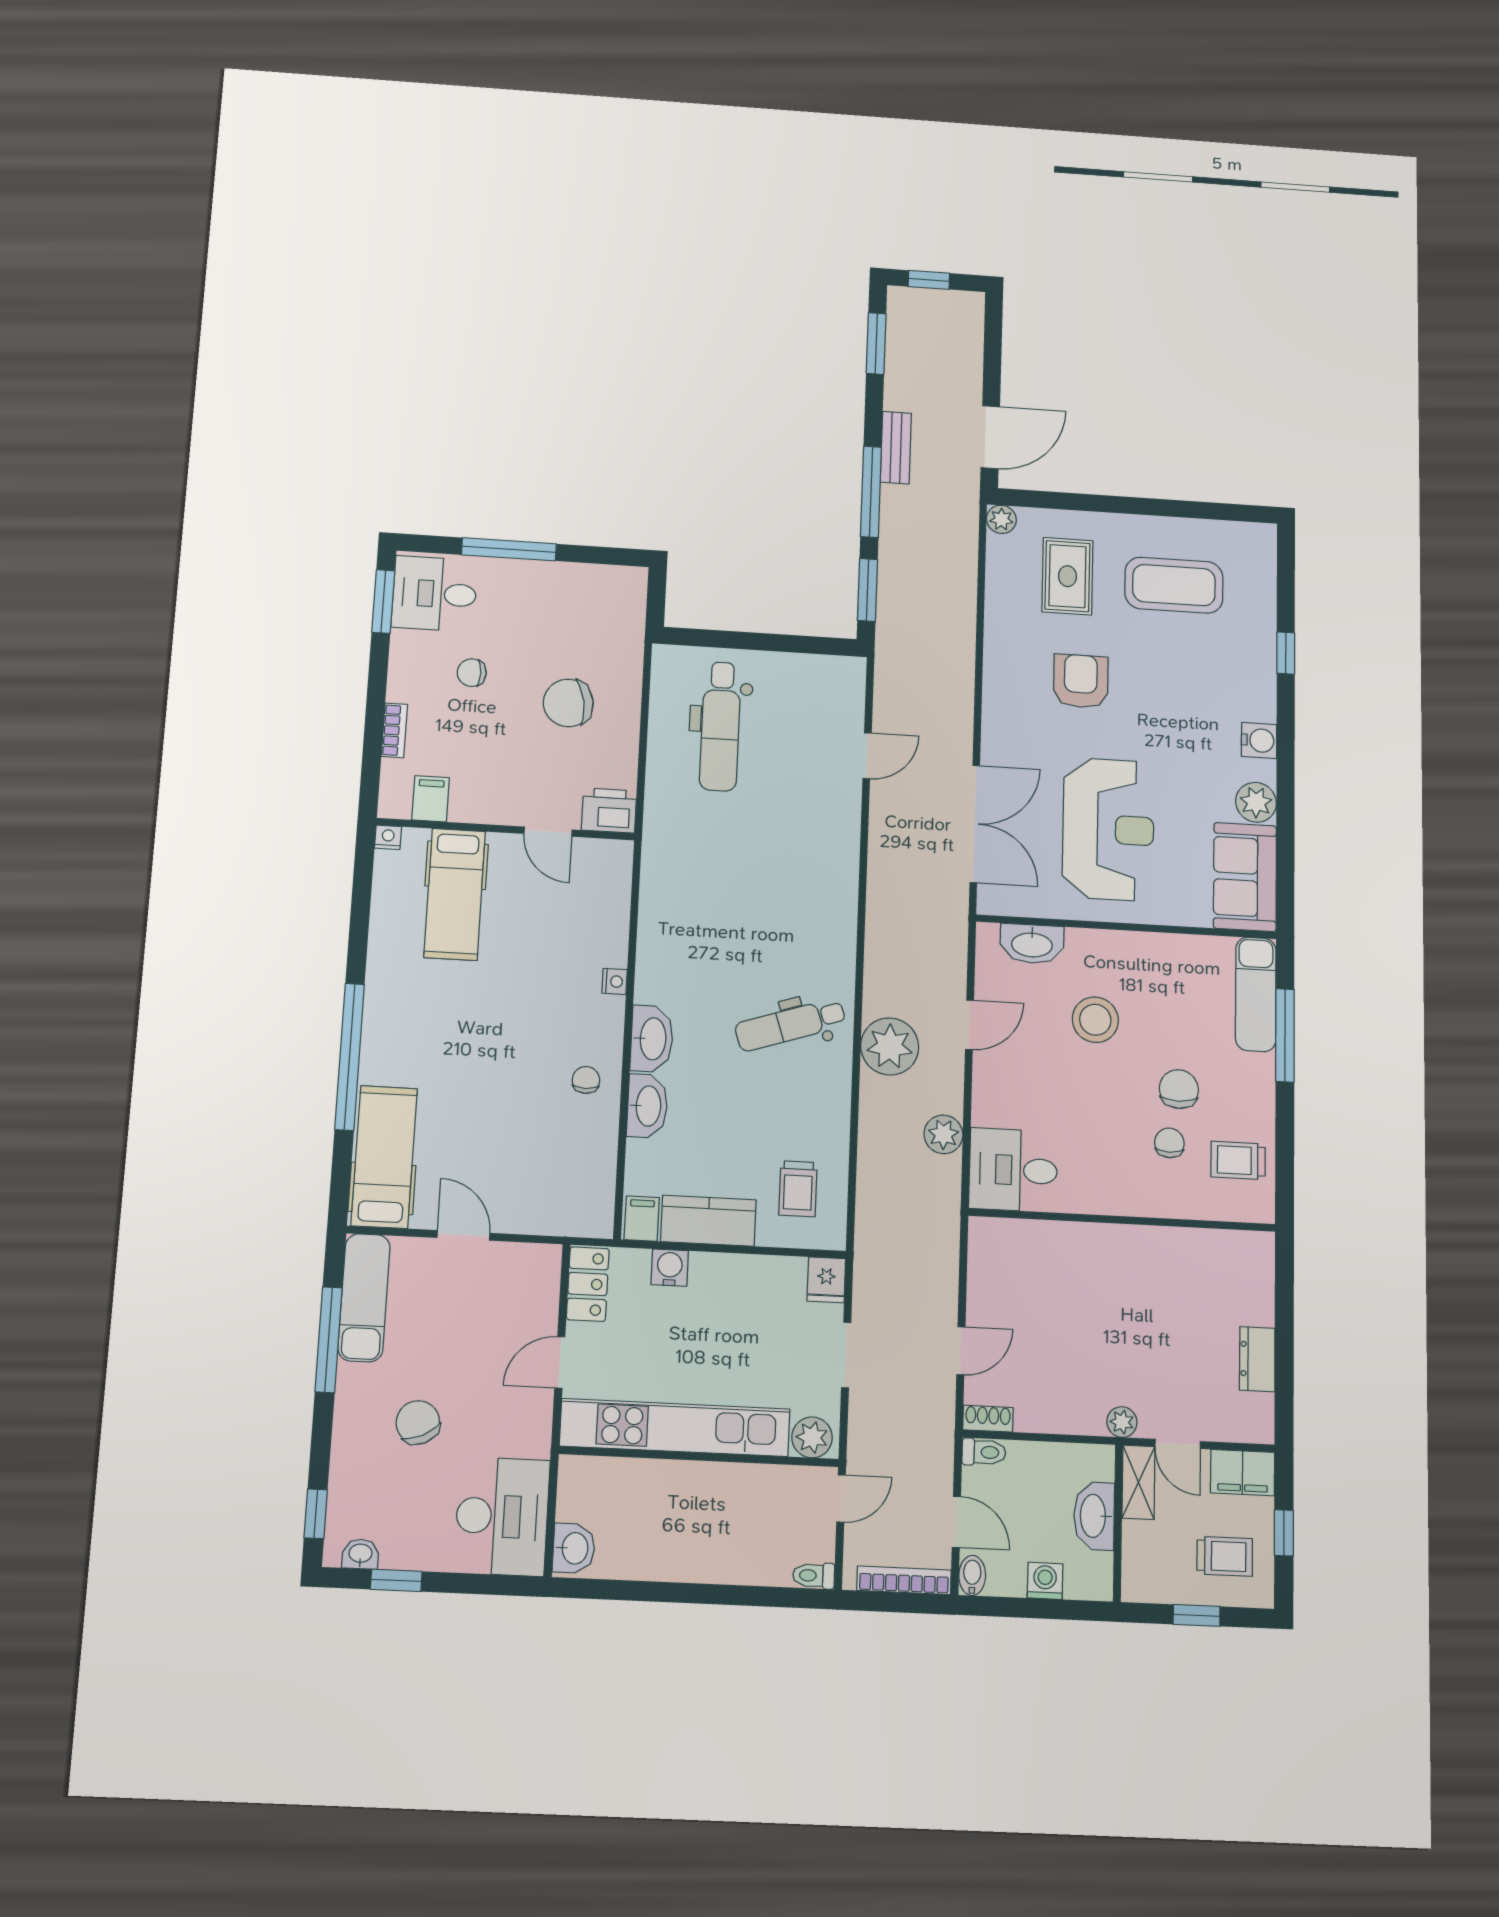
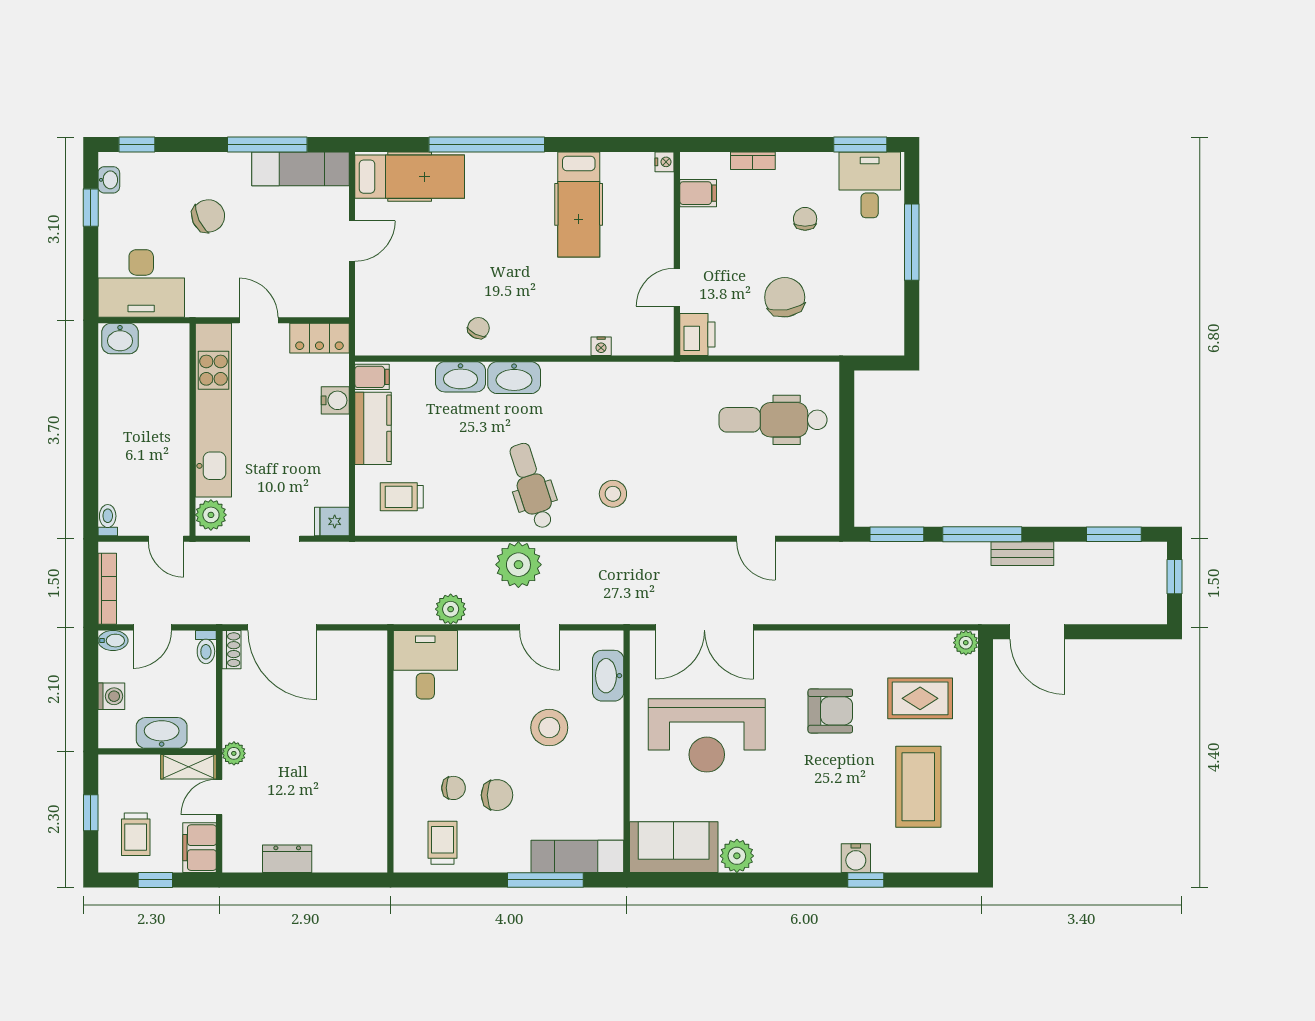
water cooler: (1259, 740) -> (856, 858), moved
hospital bed: (455, 894) -> (579, 204), moved, turned -90
stool: (804, 925) -> (613, 494), added
nightstand: (615, 981) -> (601, 346), moved
chair: (586, 1080) -> (478, 328), turned -63
door: (961, 1351) -> (282, 627), width x1.88

